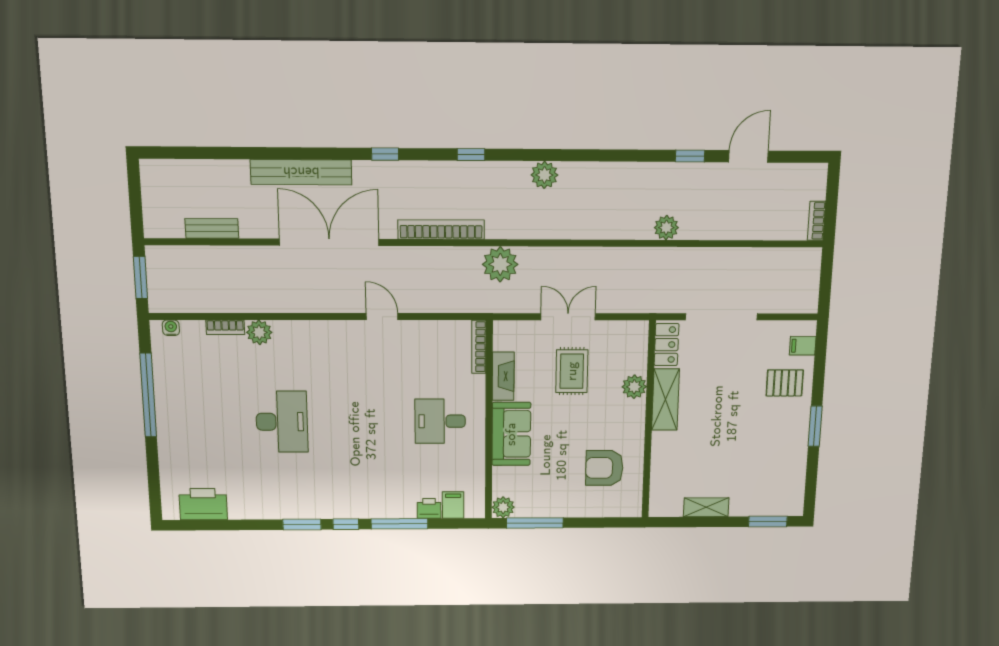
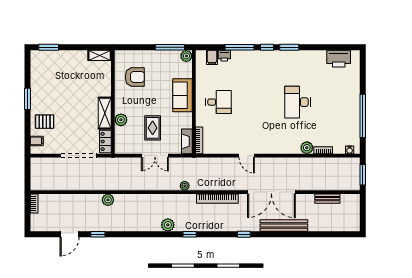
window: (471, 155) -> (190, 234), moved
plant: (500, 264) -> (185, 186), width x0.53, depth x0.53
fireplace: (503, 376) -> (187, 141), moved
shelving: (706, 507) -> (100, 55), moved

